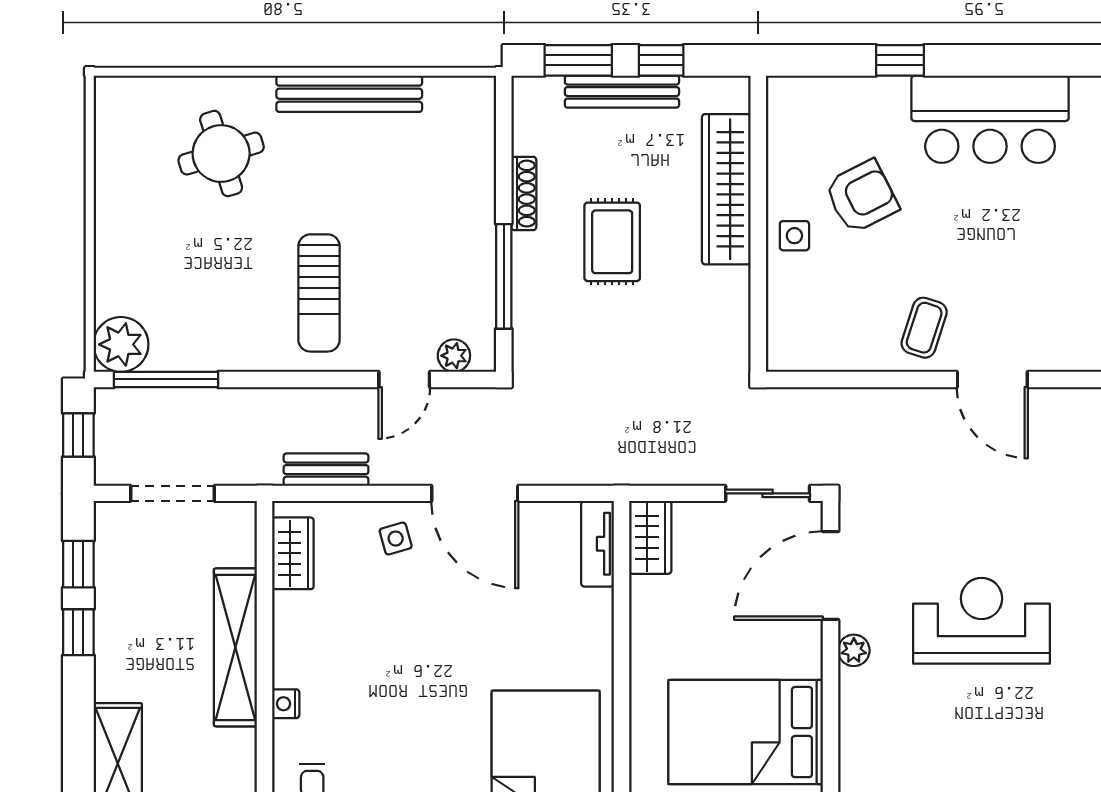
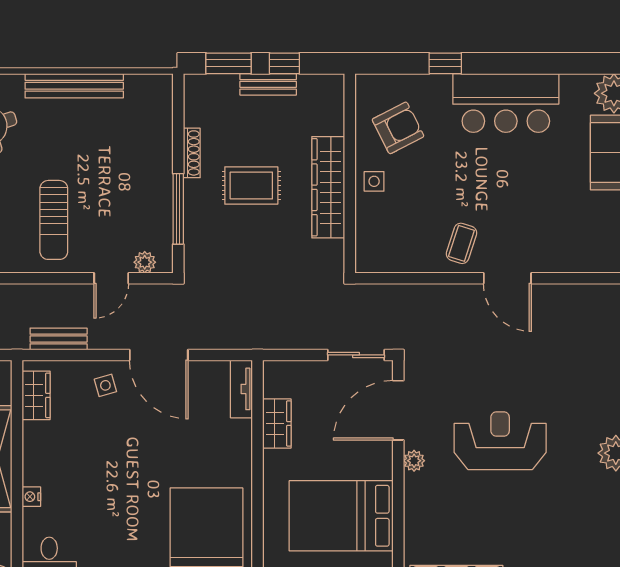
bench: (622, 92) -> (268, 84), width x0.73
wardrobe: (726, 189) -> (328, 187), moved
armchair: (862, 197) -> (398, 128), moved
rug: (612, 242) -> (251, 186), turned 90
wardrobe: (650, 537) -> (277, 423), moved

